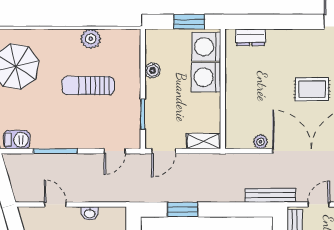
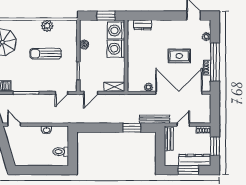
door: (55, 204) -> (14, 125), moved
window: (183, 209) -> (132, 128), moved

